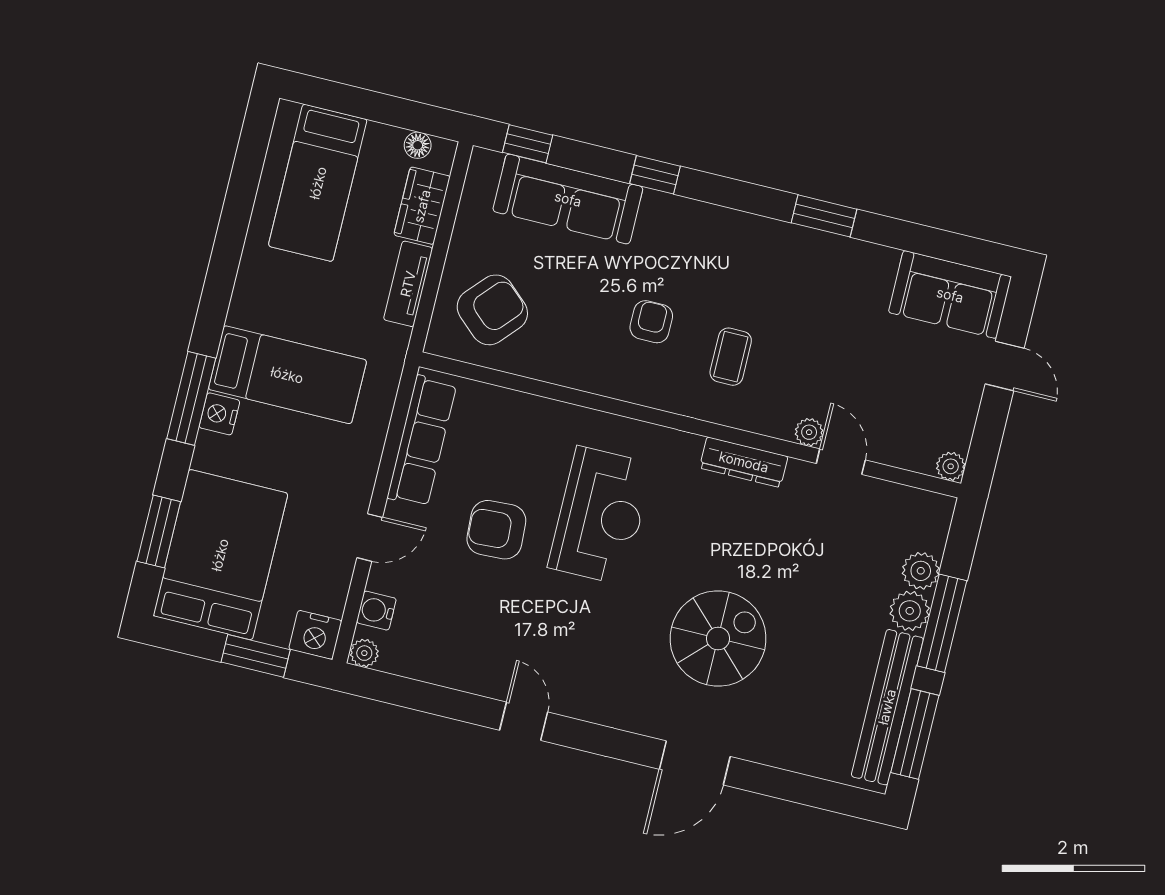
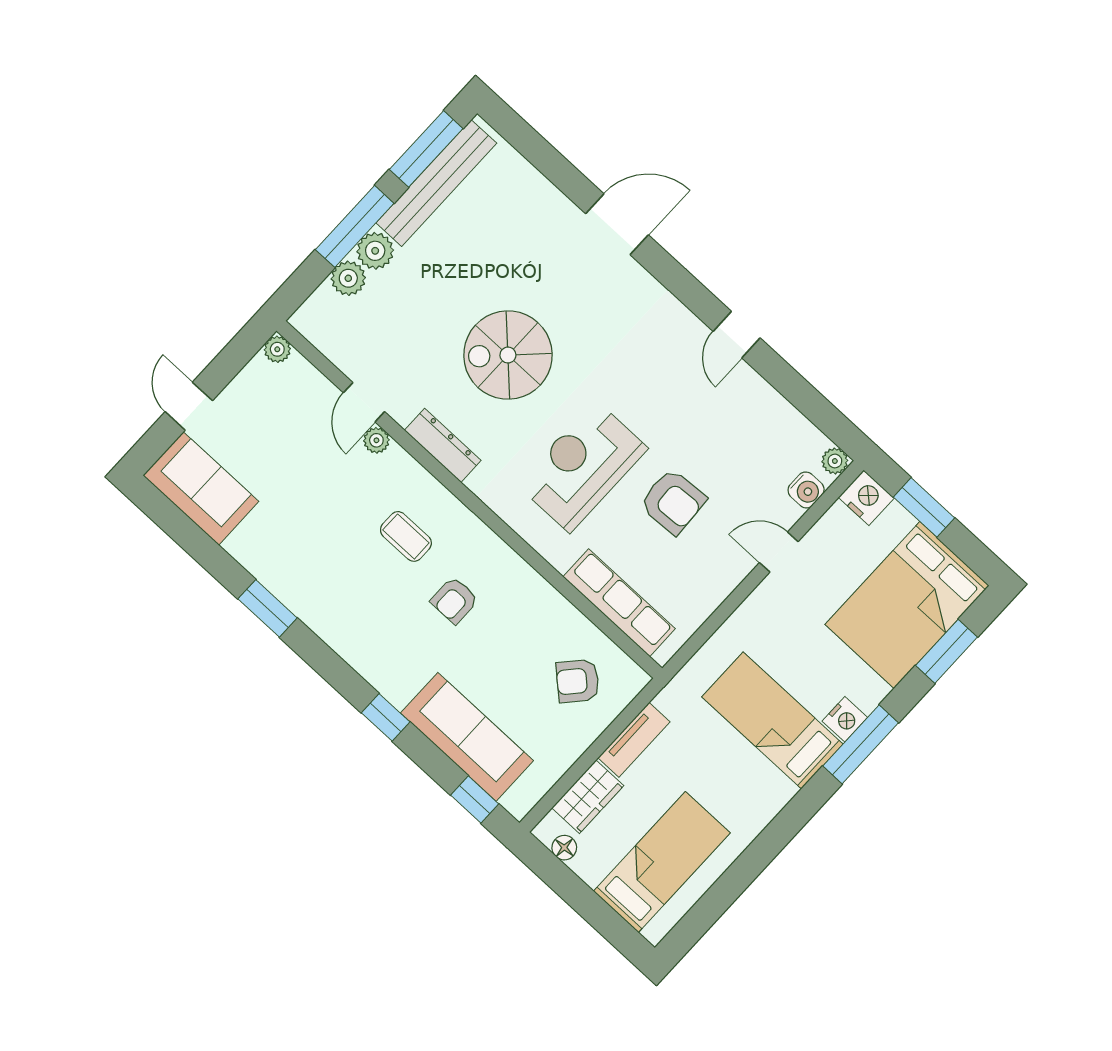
armchair: (492, 310) -> (578, 681), width x0.72, depth x0.72
coffee table: (731, 357) -> (406, 536), turned 90
row of seats: (422, 441) -> (619, 603), moved, turned 90
spiral stairs: (718, 638) -> (508, 355), moved

